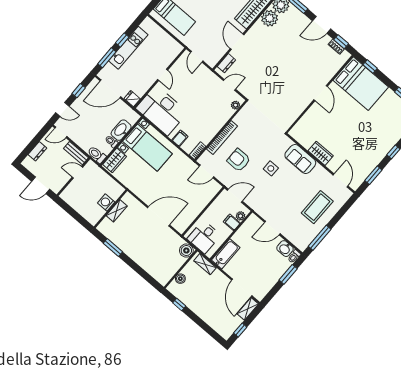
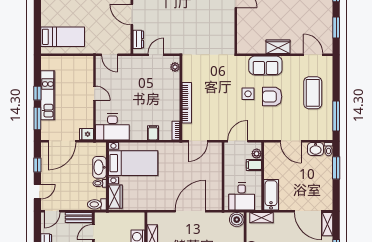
desk: (162, 110) -> (112, 127), width x0.73, depth x0.77
armchair: (239, 160) -> (272, 97), moved
door: (272, 228) -> (291, 141), hinge flipped

